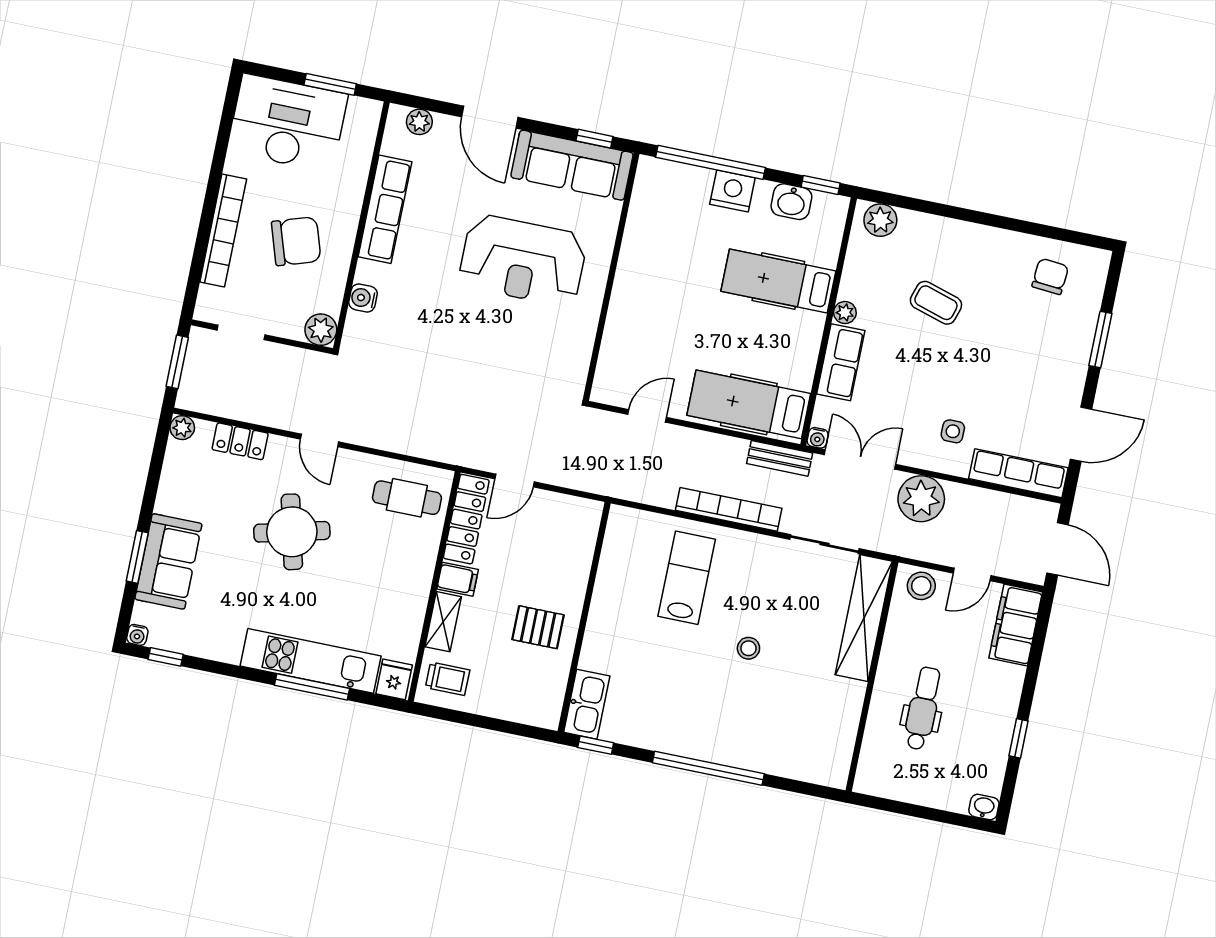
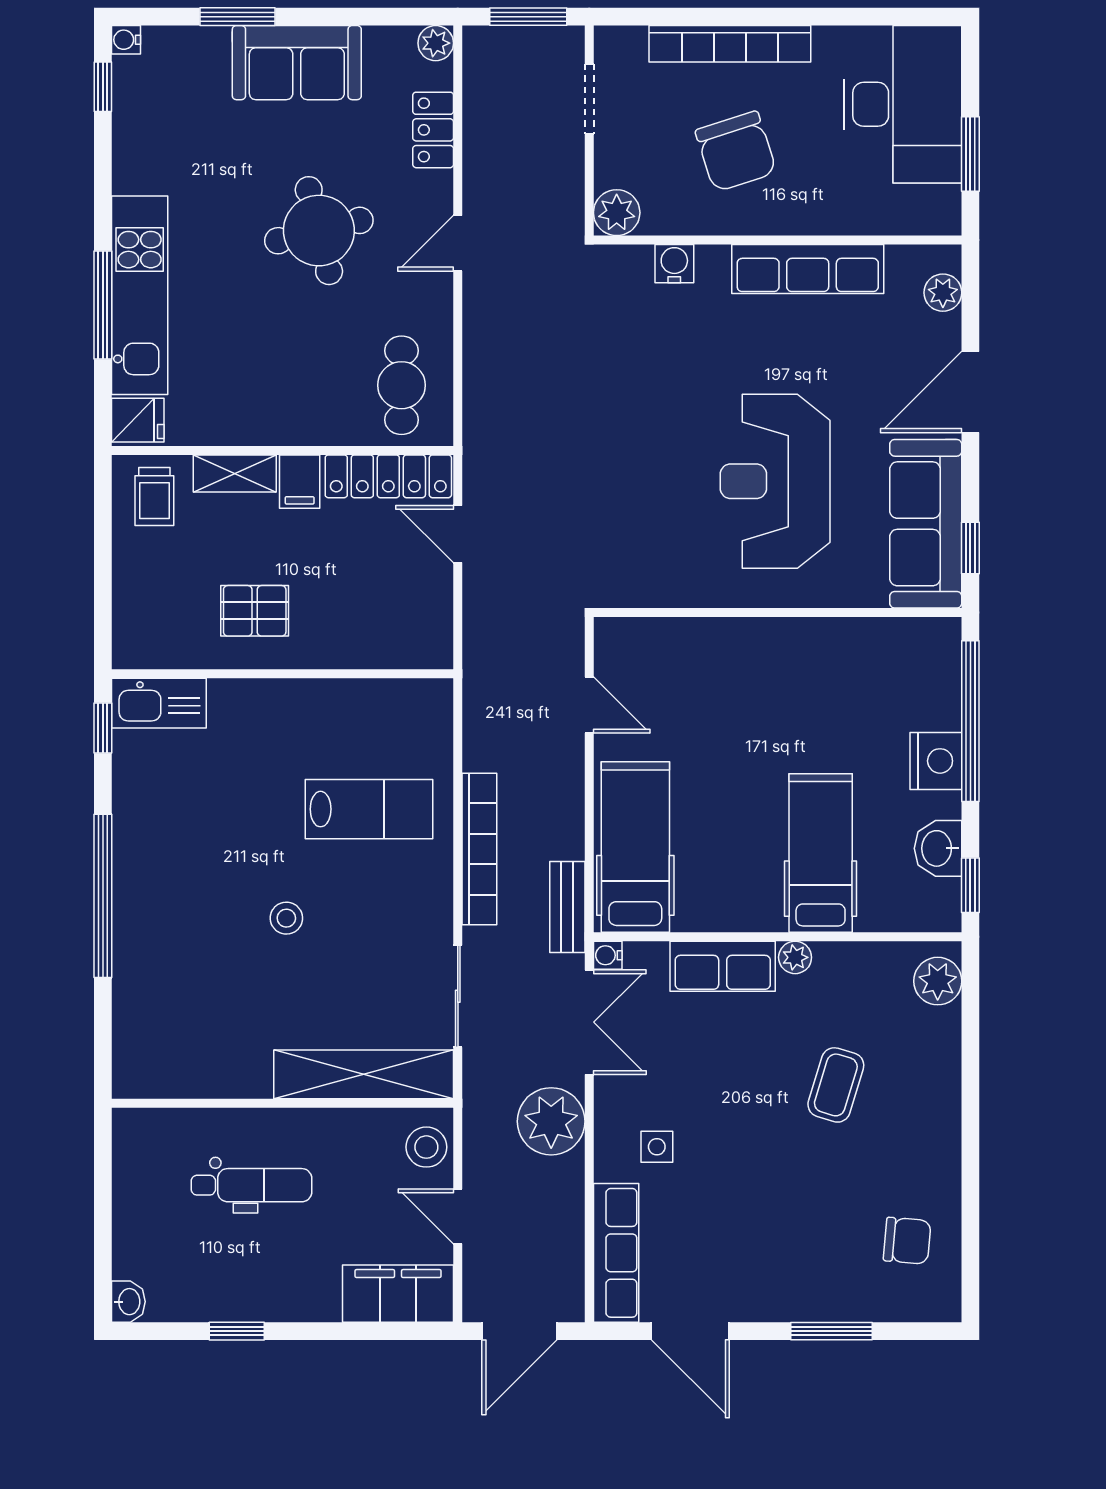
sofa: (168, 561) -> (297, 63), moved
pallet: (538, 627) -> (255, 611), turned 90

